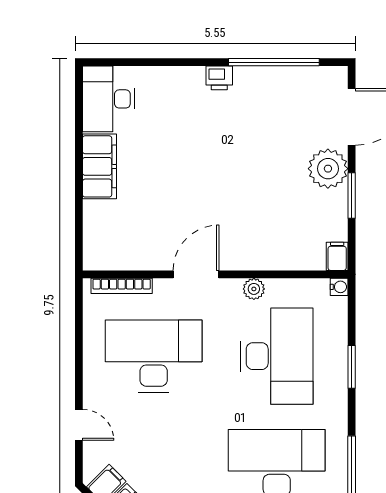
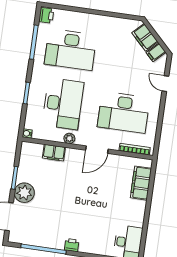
filing cabinet: (99, 166) -> (141, 183), moved
filing cabinet: (337, 256) -> (54, 153), moved, width x2.00
desk: (277, 356) -> (63, 104), turned 180

